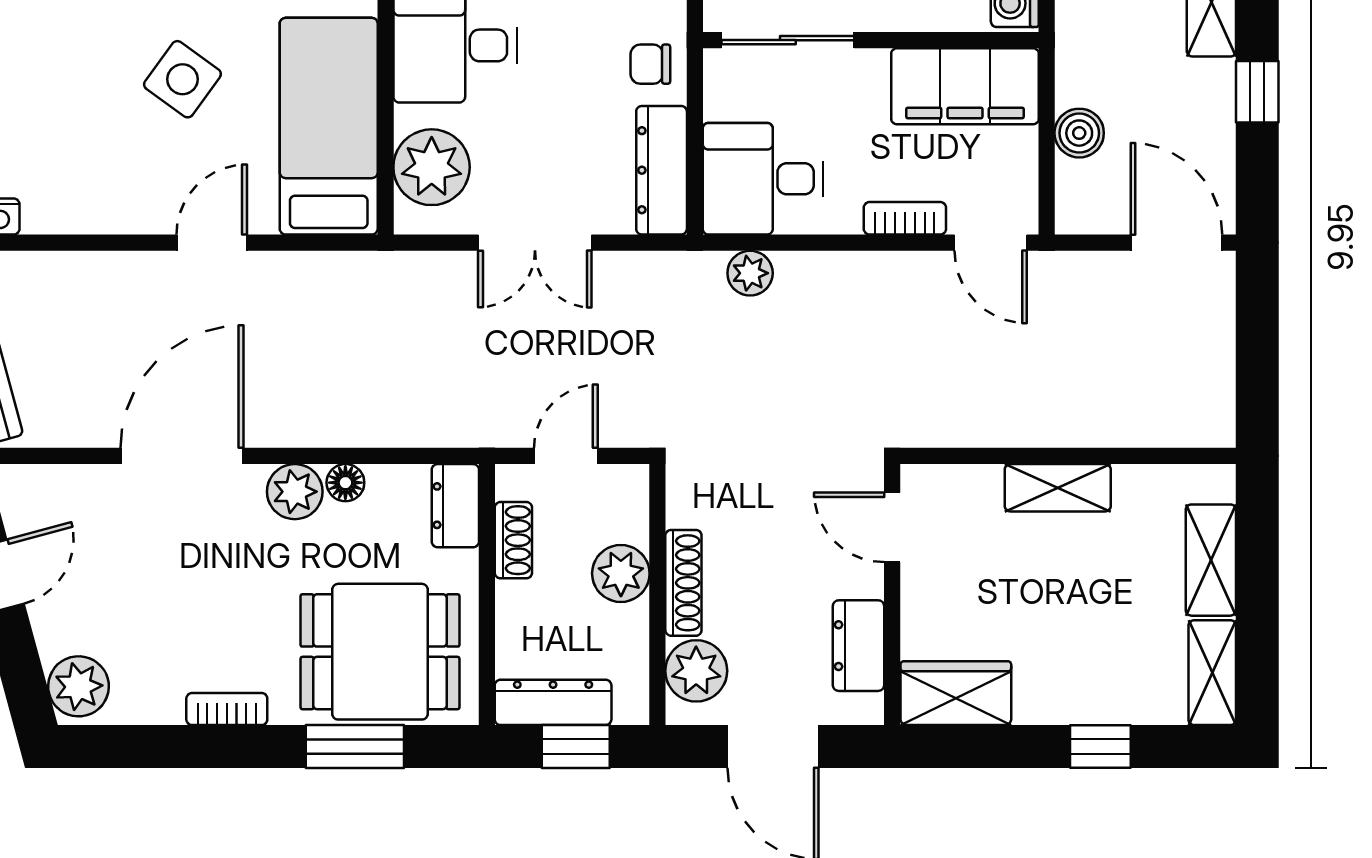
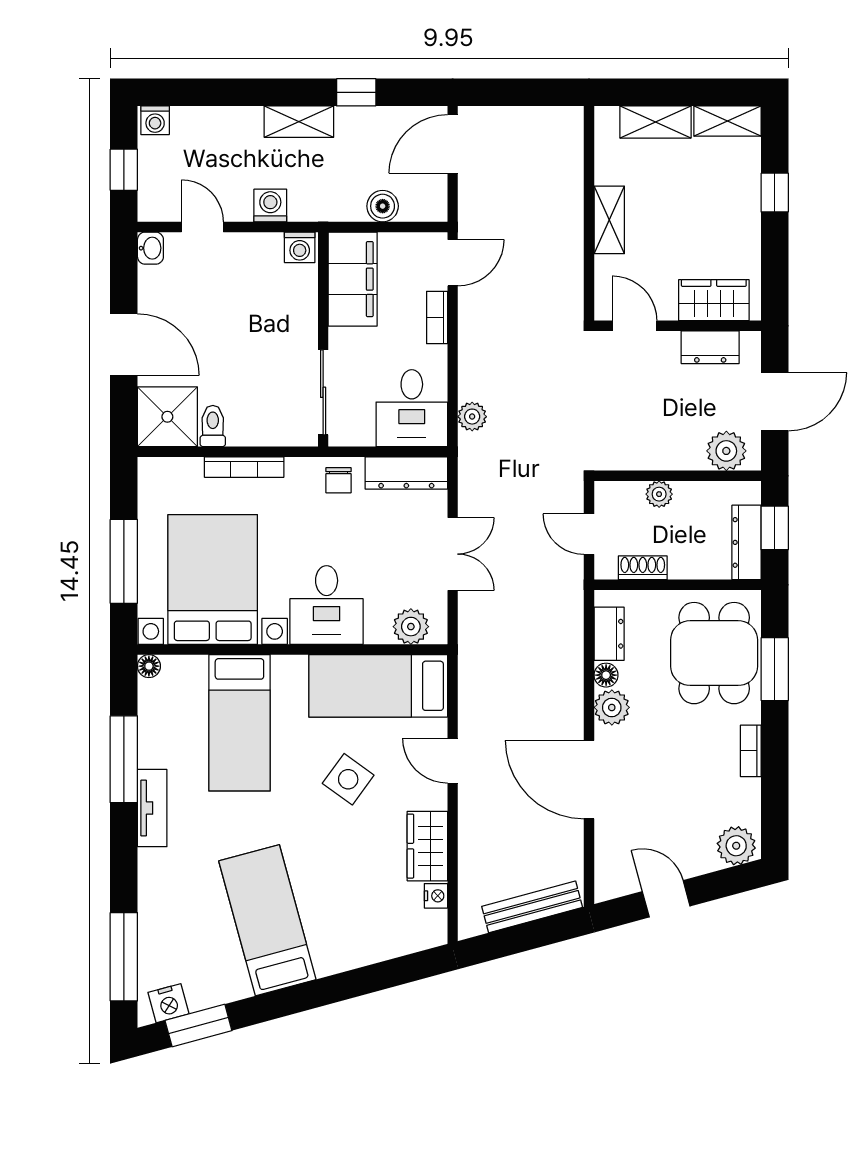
plant: (432, 167) -> (411, 627), width x0.73, depth x0.73
wardrobe: (78, 203) -> (427, 846), added
dresser: (455, 506) -> (609, 634), moved, turned -90
door: (892, 527) -> (635, 326), swing flipped
plant: (621, 573) -> (659, 494), width x0.73, depth x0.73
shoe rack: (683, 583) -> (670, 459), removed
wardrobe: (956, 693) -> (714, 300), moved, turned 90

